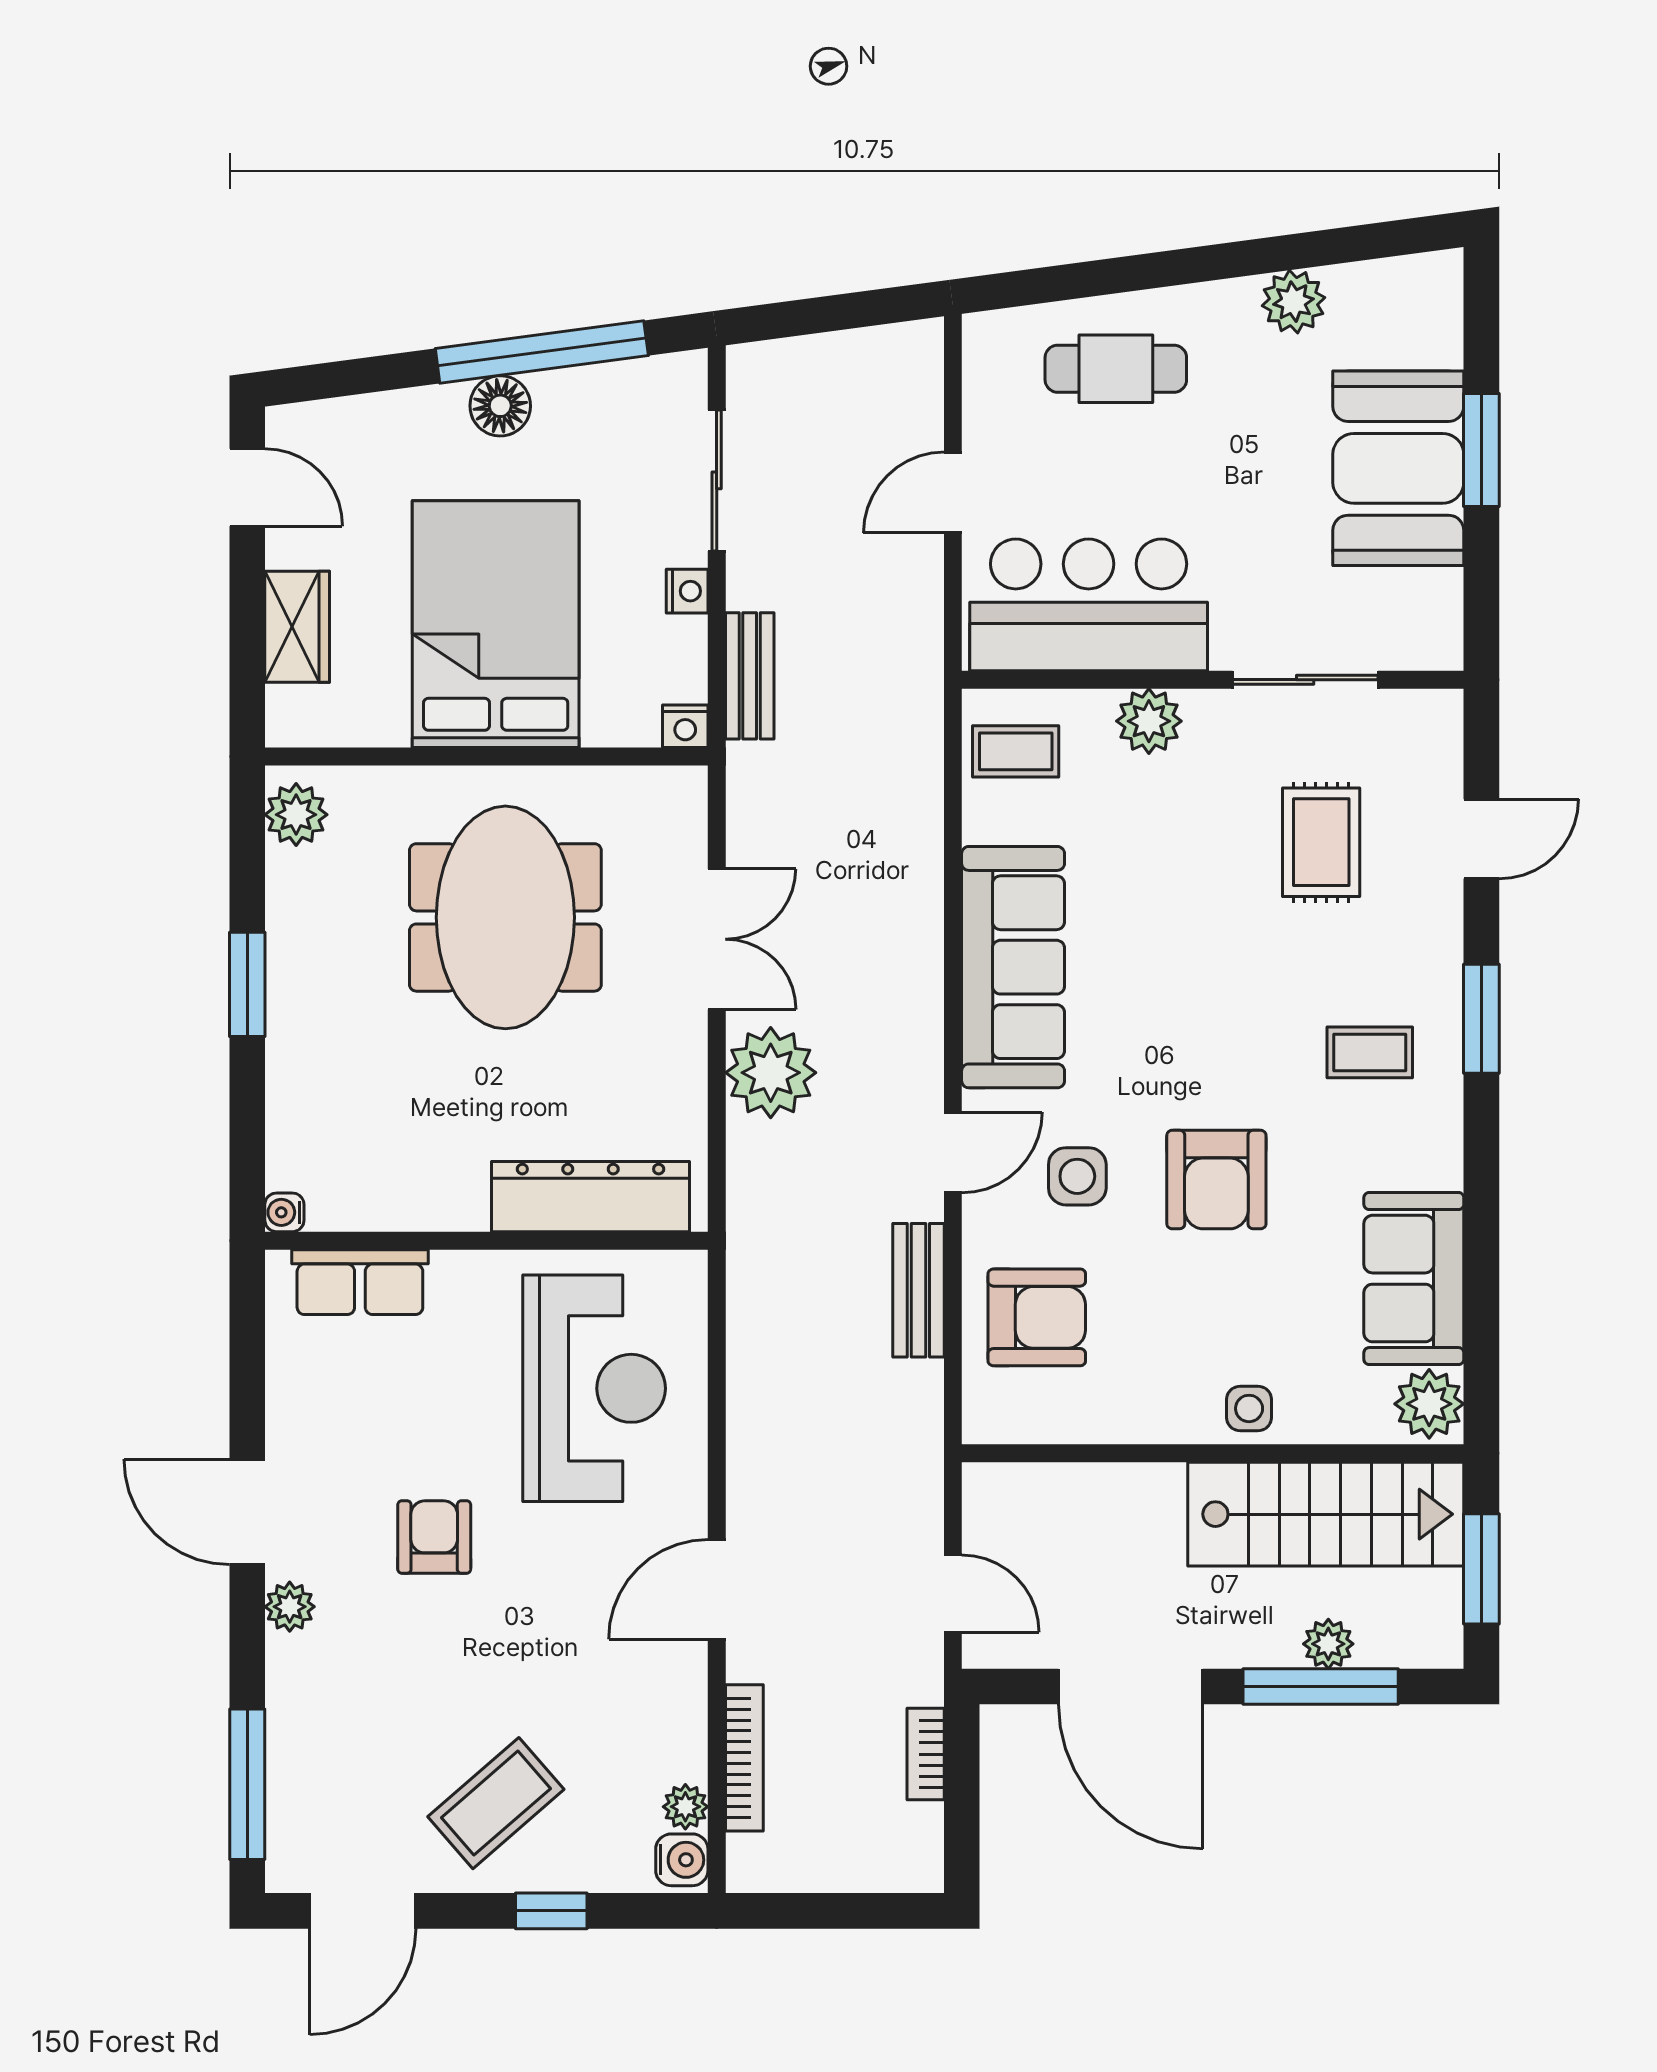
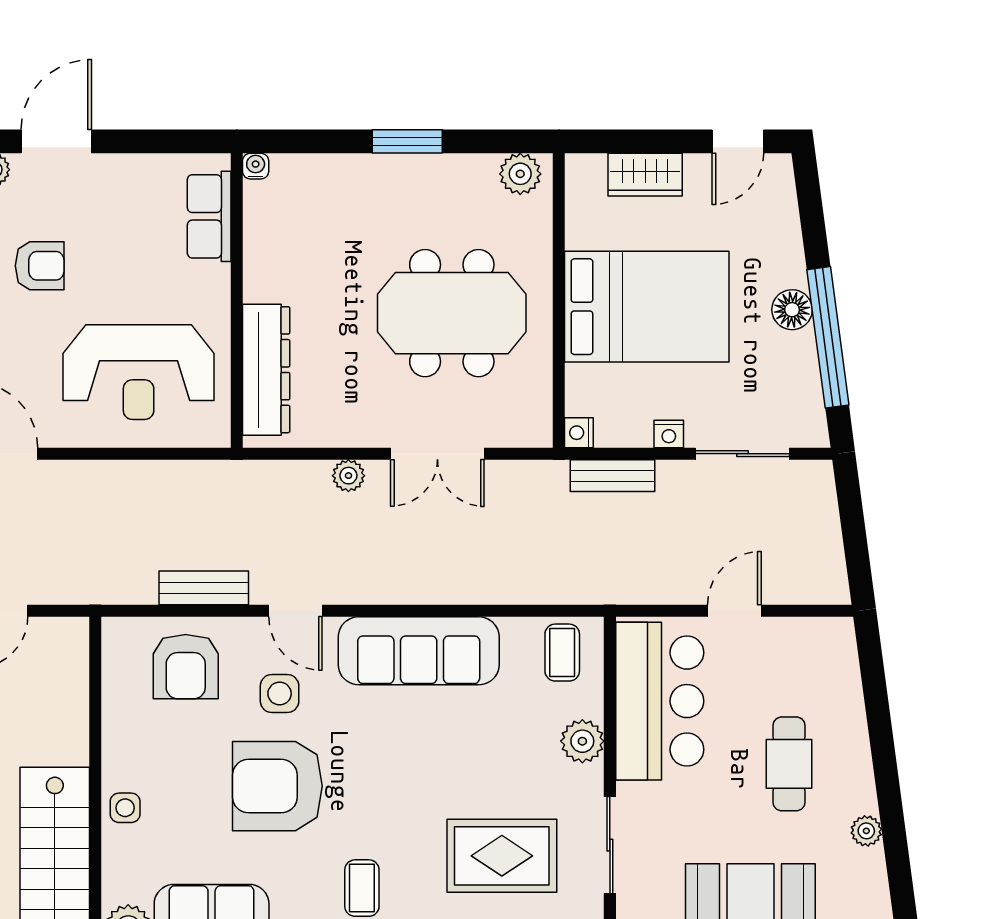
plant: (1293, 302) -> (866, 831), width x0.73, depth x0.73
cafe table: (1116, 369) -> (789, 764), moved
door: (953, 493) -> (734, 611), hinge flipped
rug: (1321, 842) -> (502, 856), width x1.36, depth x1.43
plant: (771, 1073) -> (348, 476), width x0.53, depth x0.53
armchair: (1216, 1180) -> (277, 786), width x1.36, depth x1.36

